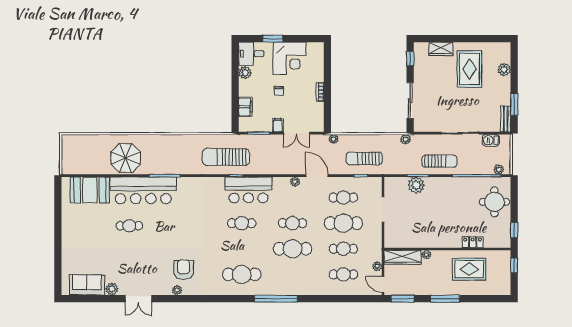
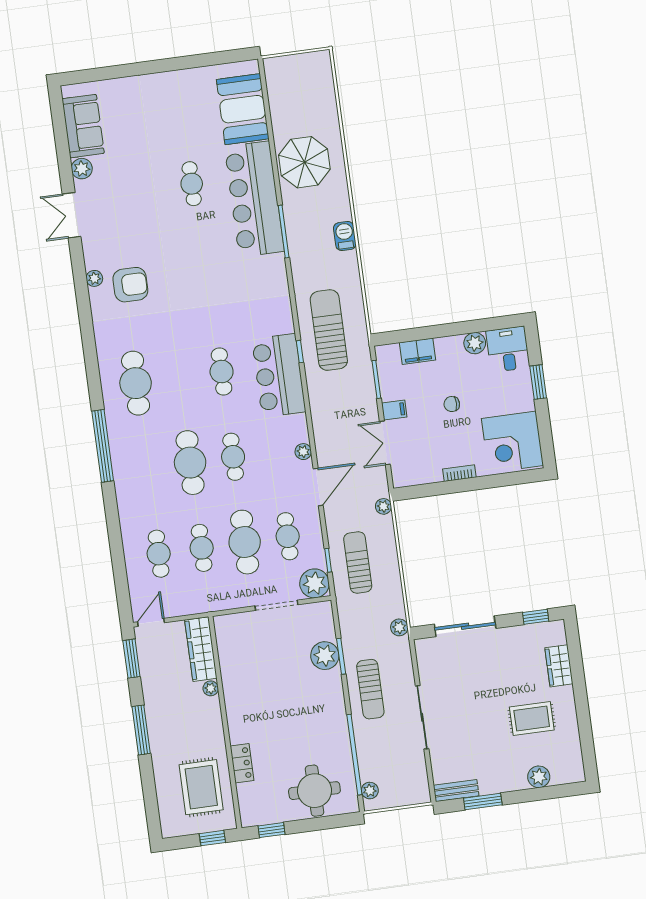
corner desk: (289, 58) -> (512, 442), moved
rug: (469, 69) -> (532, 718), width x0.73, depth x0.70
barbecue: (491, 140) -> (345, 236), moved
plant: (377, 266) -> (314, 583), moved, width x1.87, depth x1.87
rug: (469, 269) -> (201, 787), moved

